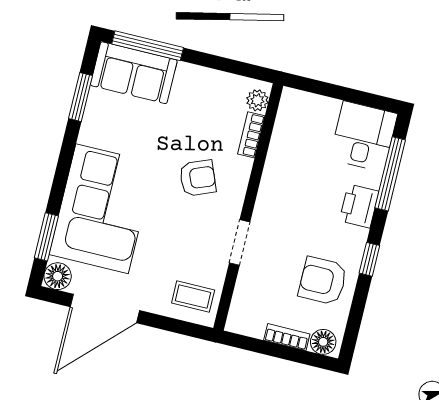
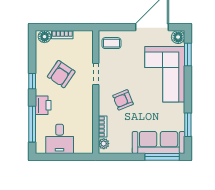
sofa: (134, 73) -> (159, 142), width x1.36
desk: (364, 136) -> (60, 139), moved
armchair: (323, 281) -> (61, 74), moved, turned 124

